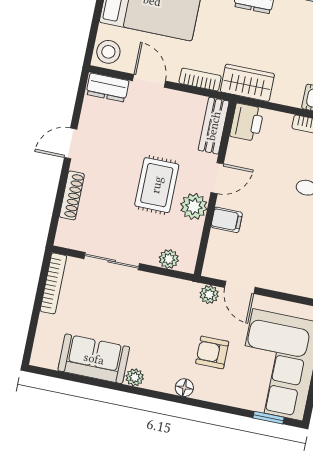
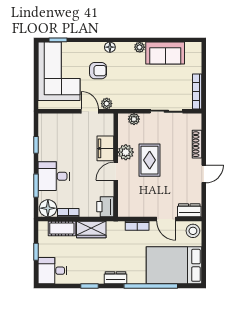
wardrobe: (247, 83) -> (91, 229), moved
bench: (214, 126) -> (124, 201), removed
filing cabinet: (227, 220) -> (105, 148), width x2.00

